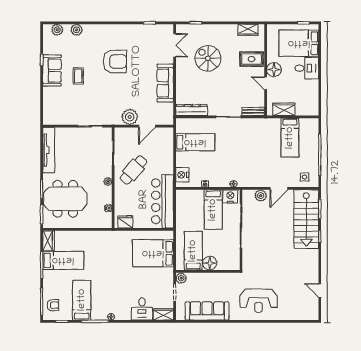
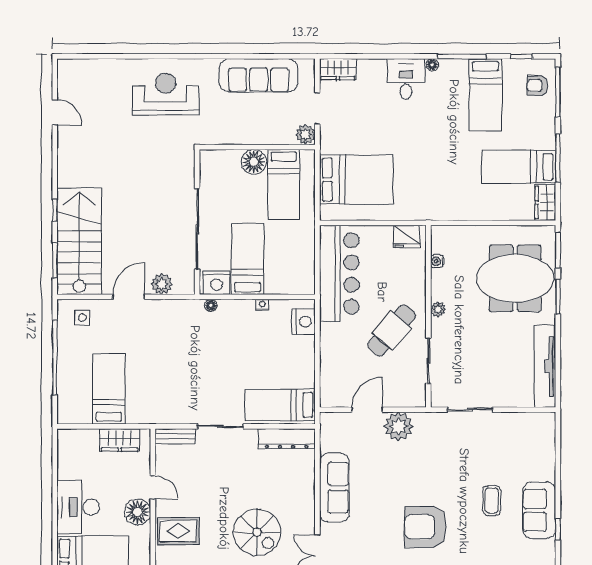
desk: (307, 68) -> (78, 507), width x1.37
bed: (195, 142) -> (280, 405), moved
desk: (142, 309) -> (406, 79), moved

